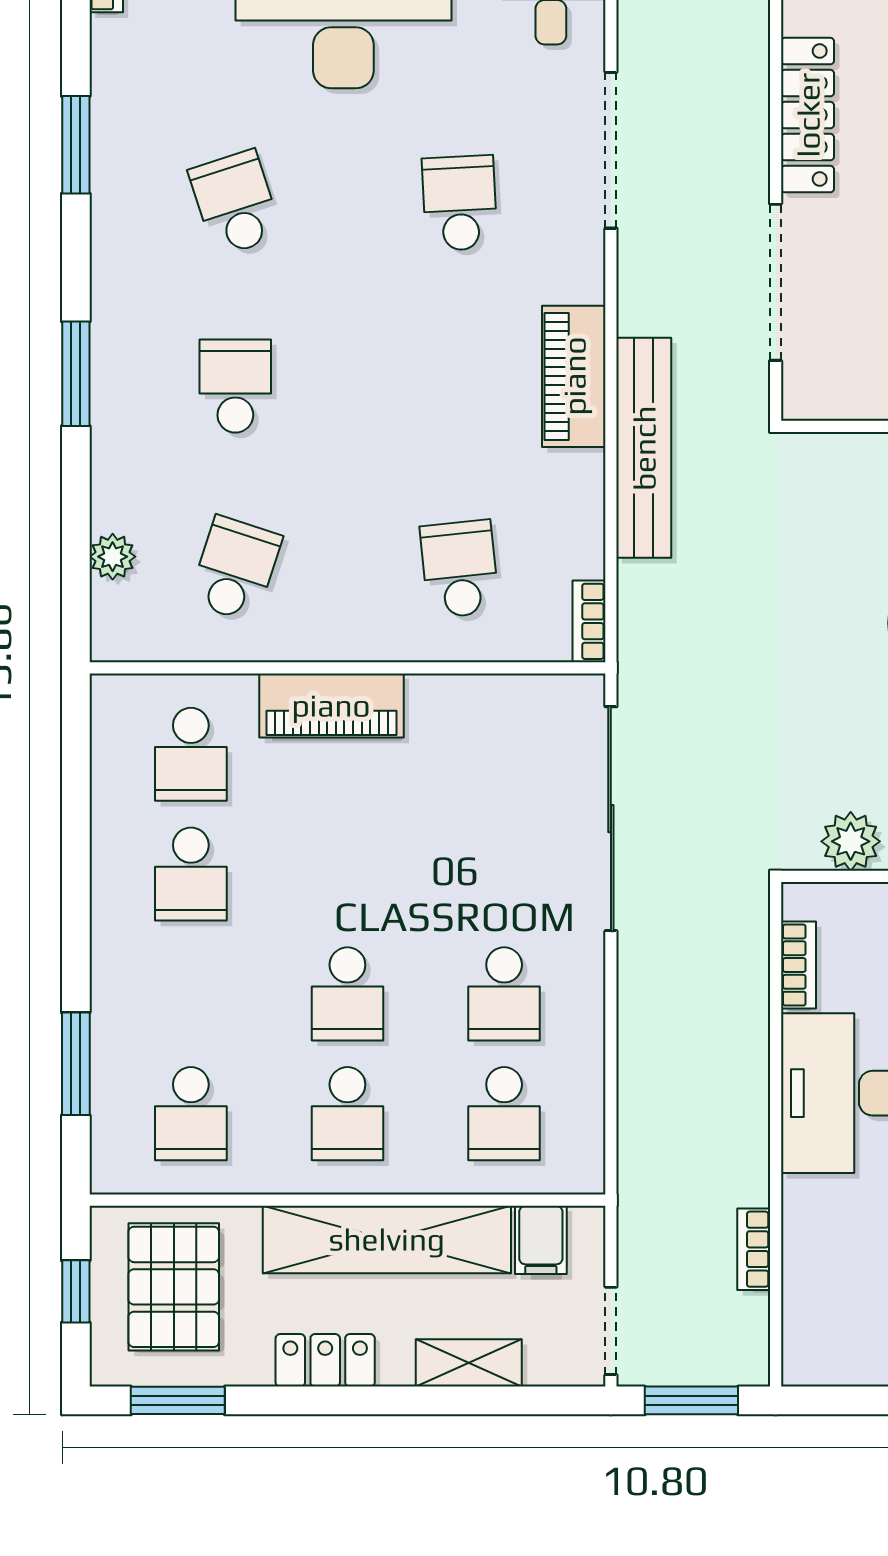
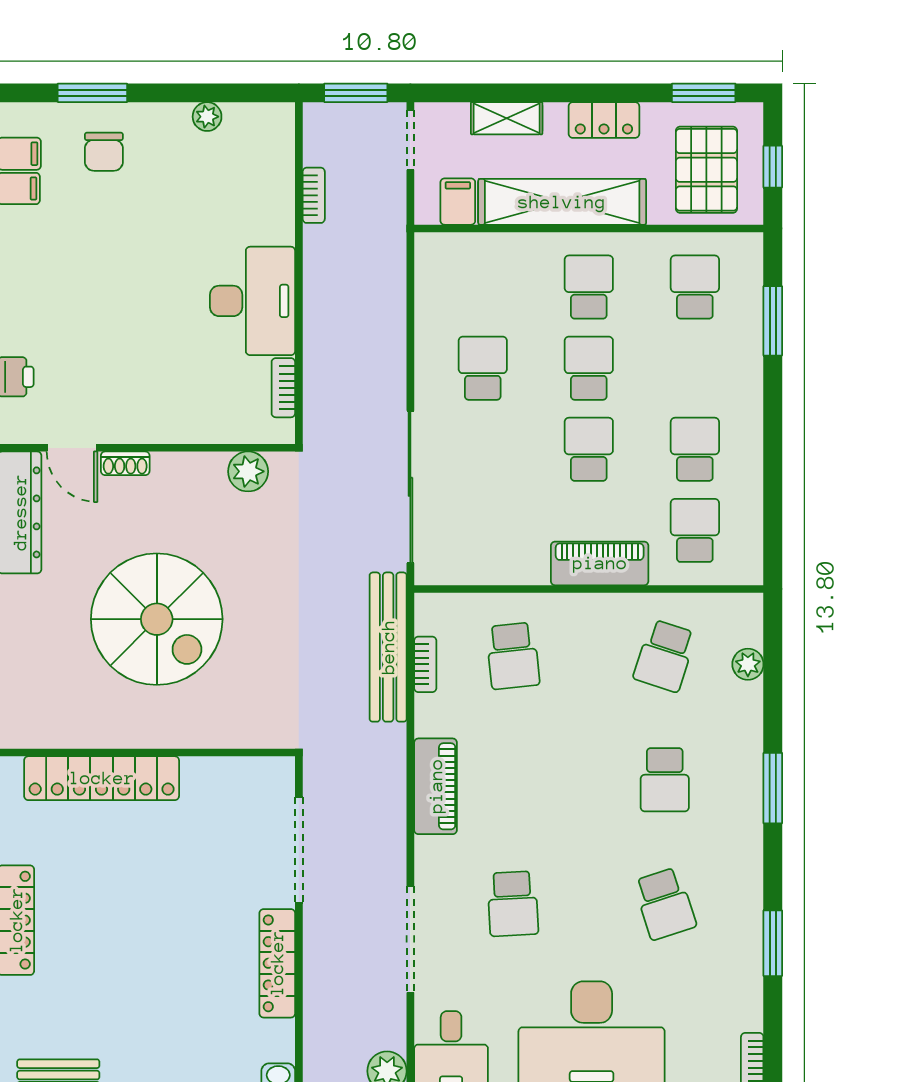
bench: (644, 448) -> (388, 647), moved
bookcase: (589, 621) -> (425, 664), moved
school desk: (504, 1114) -> (589, 449), moved

